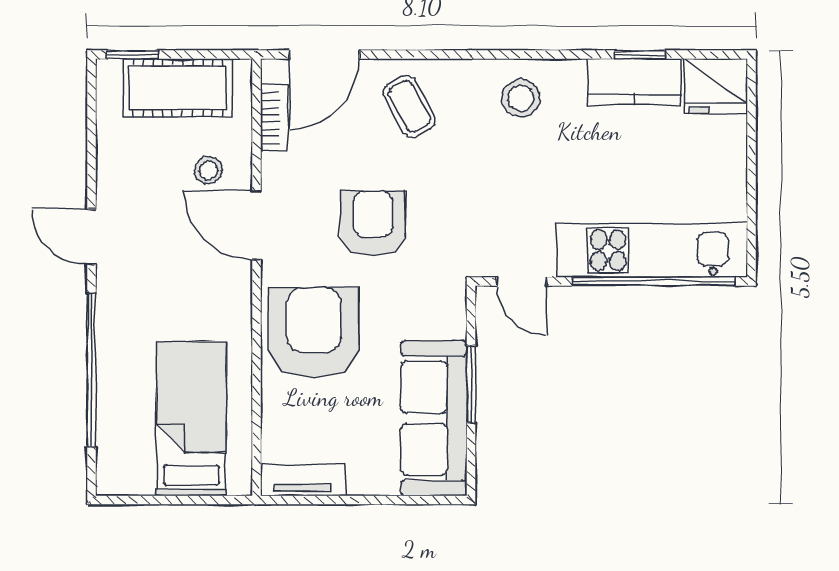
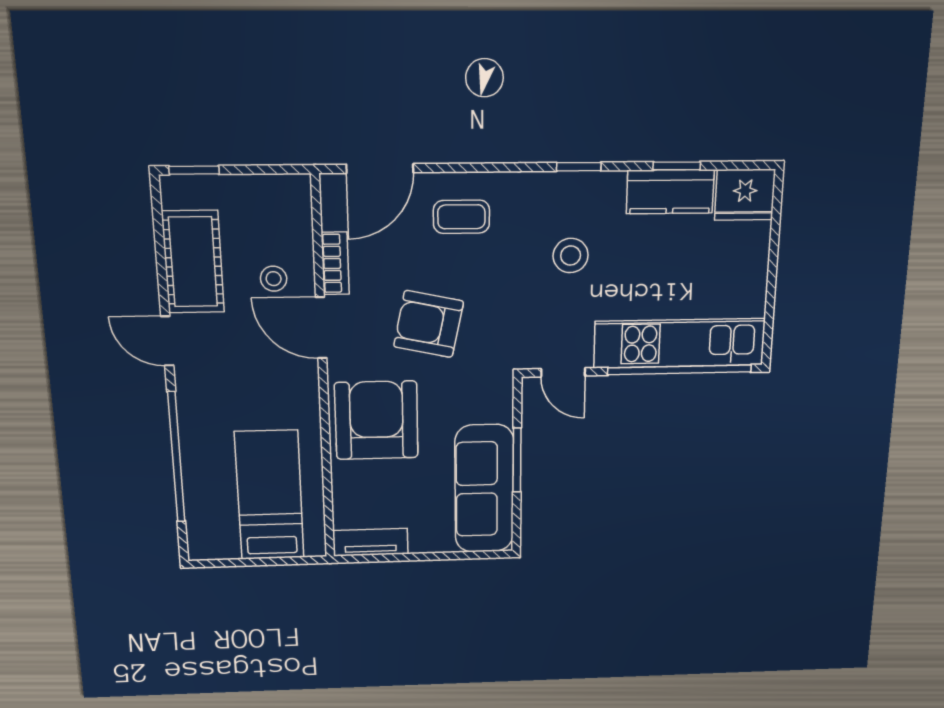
window: (534, 55) -> (579, 167), added
cot: (178, 88) -> (193, 262), moved, turned 90
stool: (521, 98) -> (571, 256), moved
coffee table: (410, 106) -> (461, 217), turned -62
bookcase: (274, 118) -> (335, 263), moved
armchair: (373, 223) -> (429, 324), turned -78

